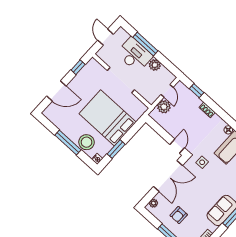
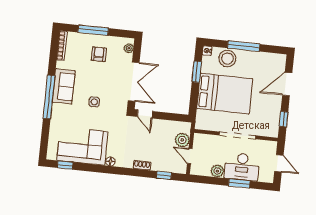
window: (145, 44) -> (239, 183), width x0.69
side table: (202, 162) -> (94, 102), moved
double door: (168, 176) -> (134, 82), swing flipped

